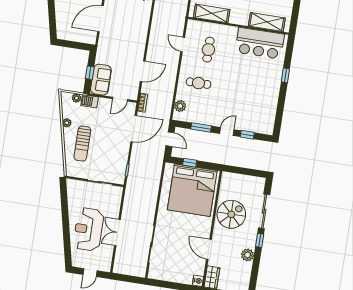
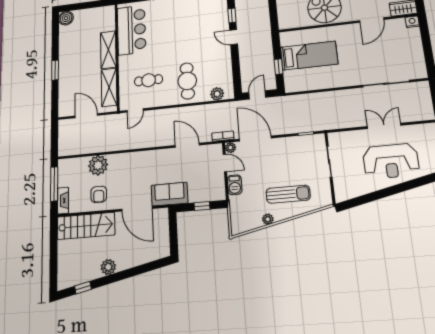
shelving: (267, 22) -> (108, 50), moved
door: (183, 44) -> (135, 110), moved
sofa: (101, 80) -> (169, 194), moved
cafe table: (198, 83) -> (187, 81), width x1.37, depth x1.35
plant: (77, 98) -> (230, 148), moved
barbecue: (90, 101) -> (235, 185), moved
window: (201, 127) -> (236, 65), removed
bed: (192, 190) -> (309, 56), width x0.49
double door: (117, 233) -> (384, 126), swing flipped

